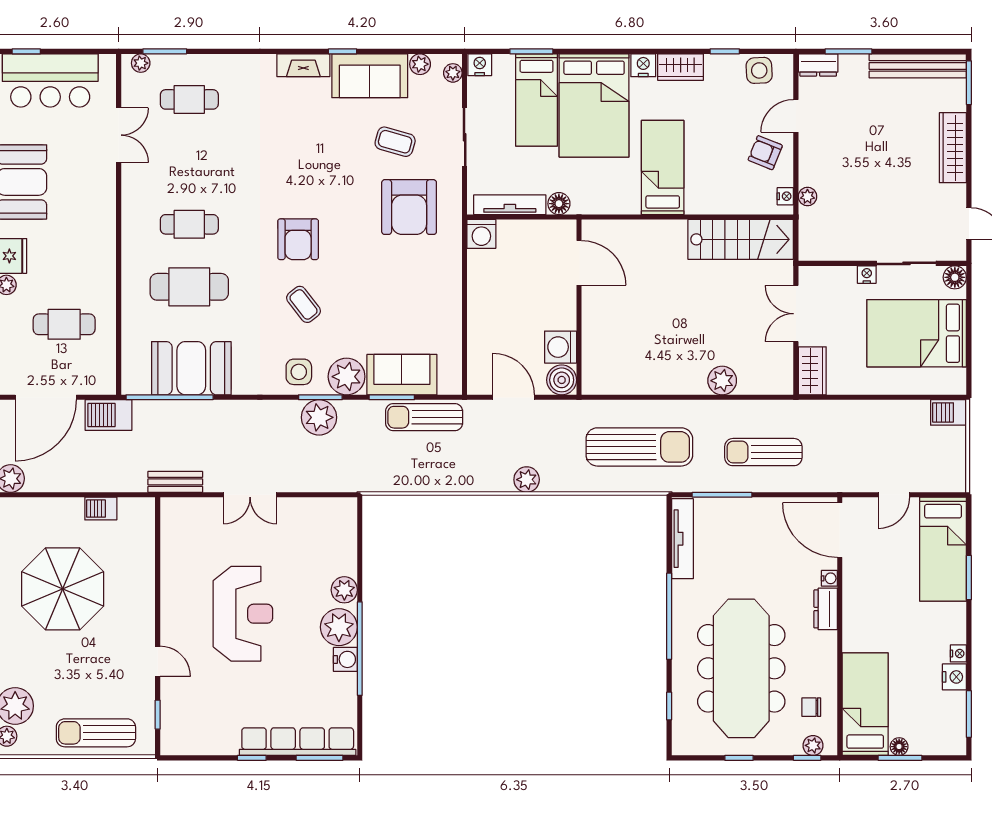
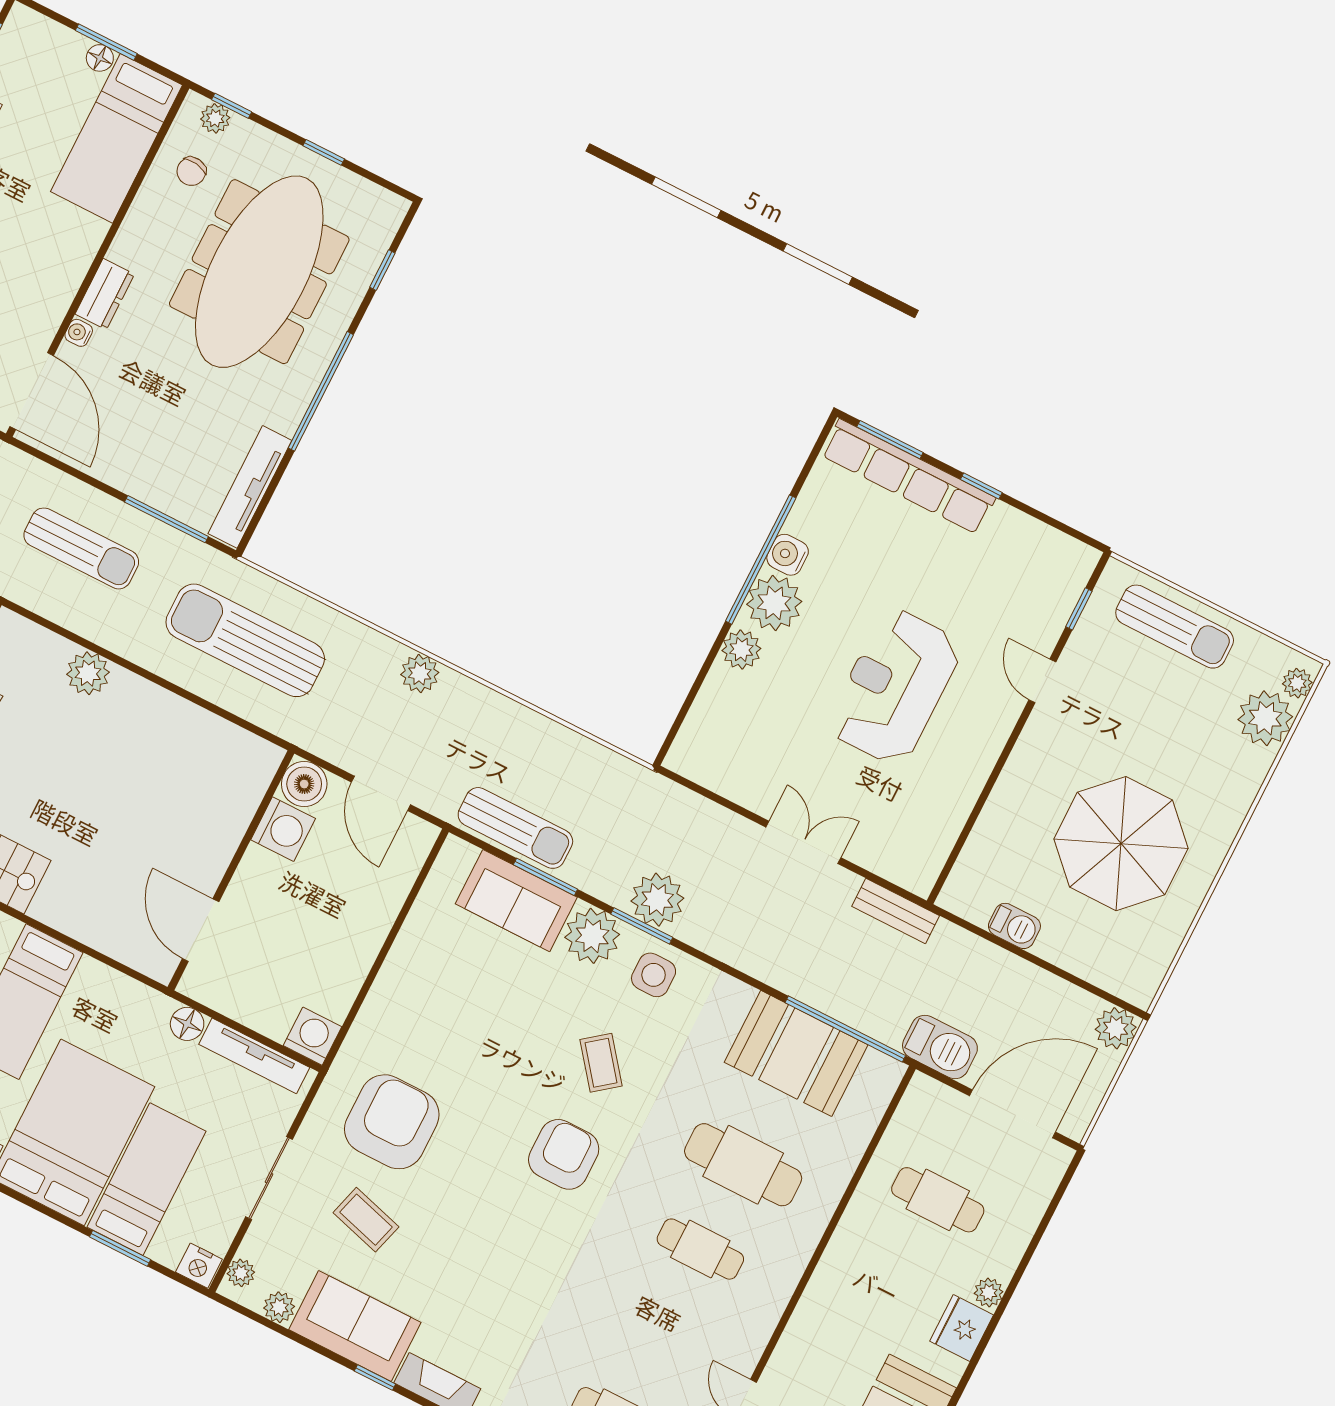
chair: (811, 707) -> (191, 171), turned 99

